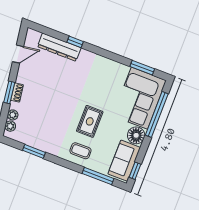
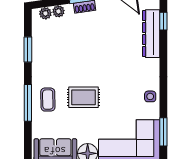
window: (75, 42) -> (163, 21), moved
side table: (110, 67) -> (150, 96), added
window: (98, 176) -> (28, 103), moved

